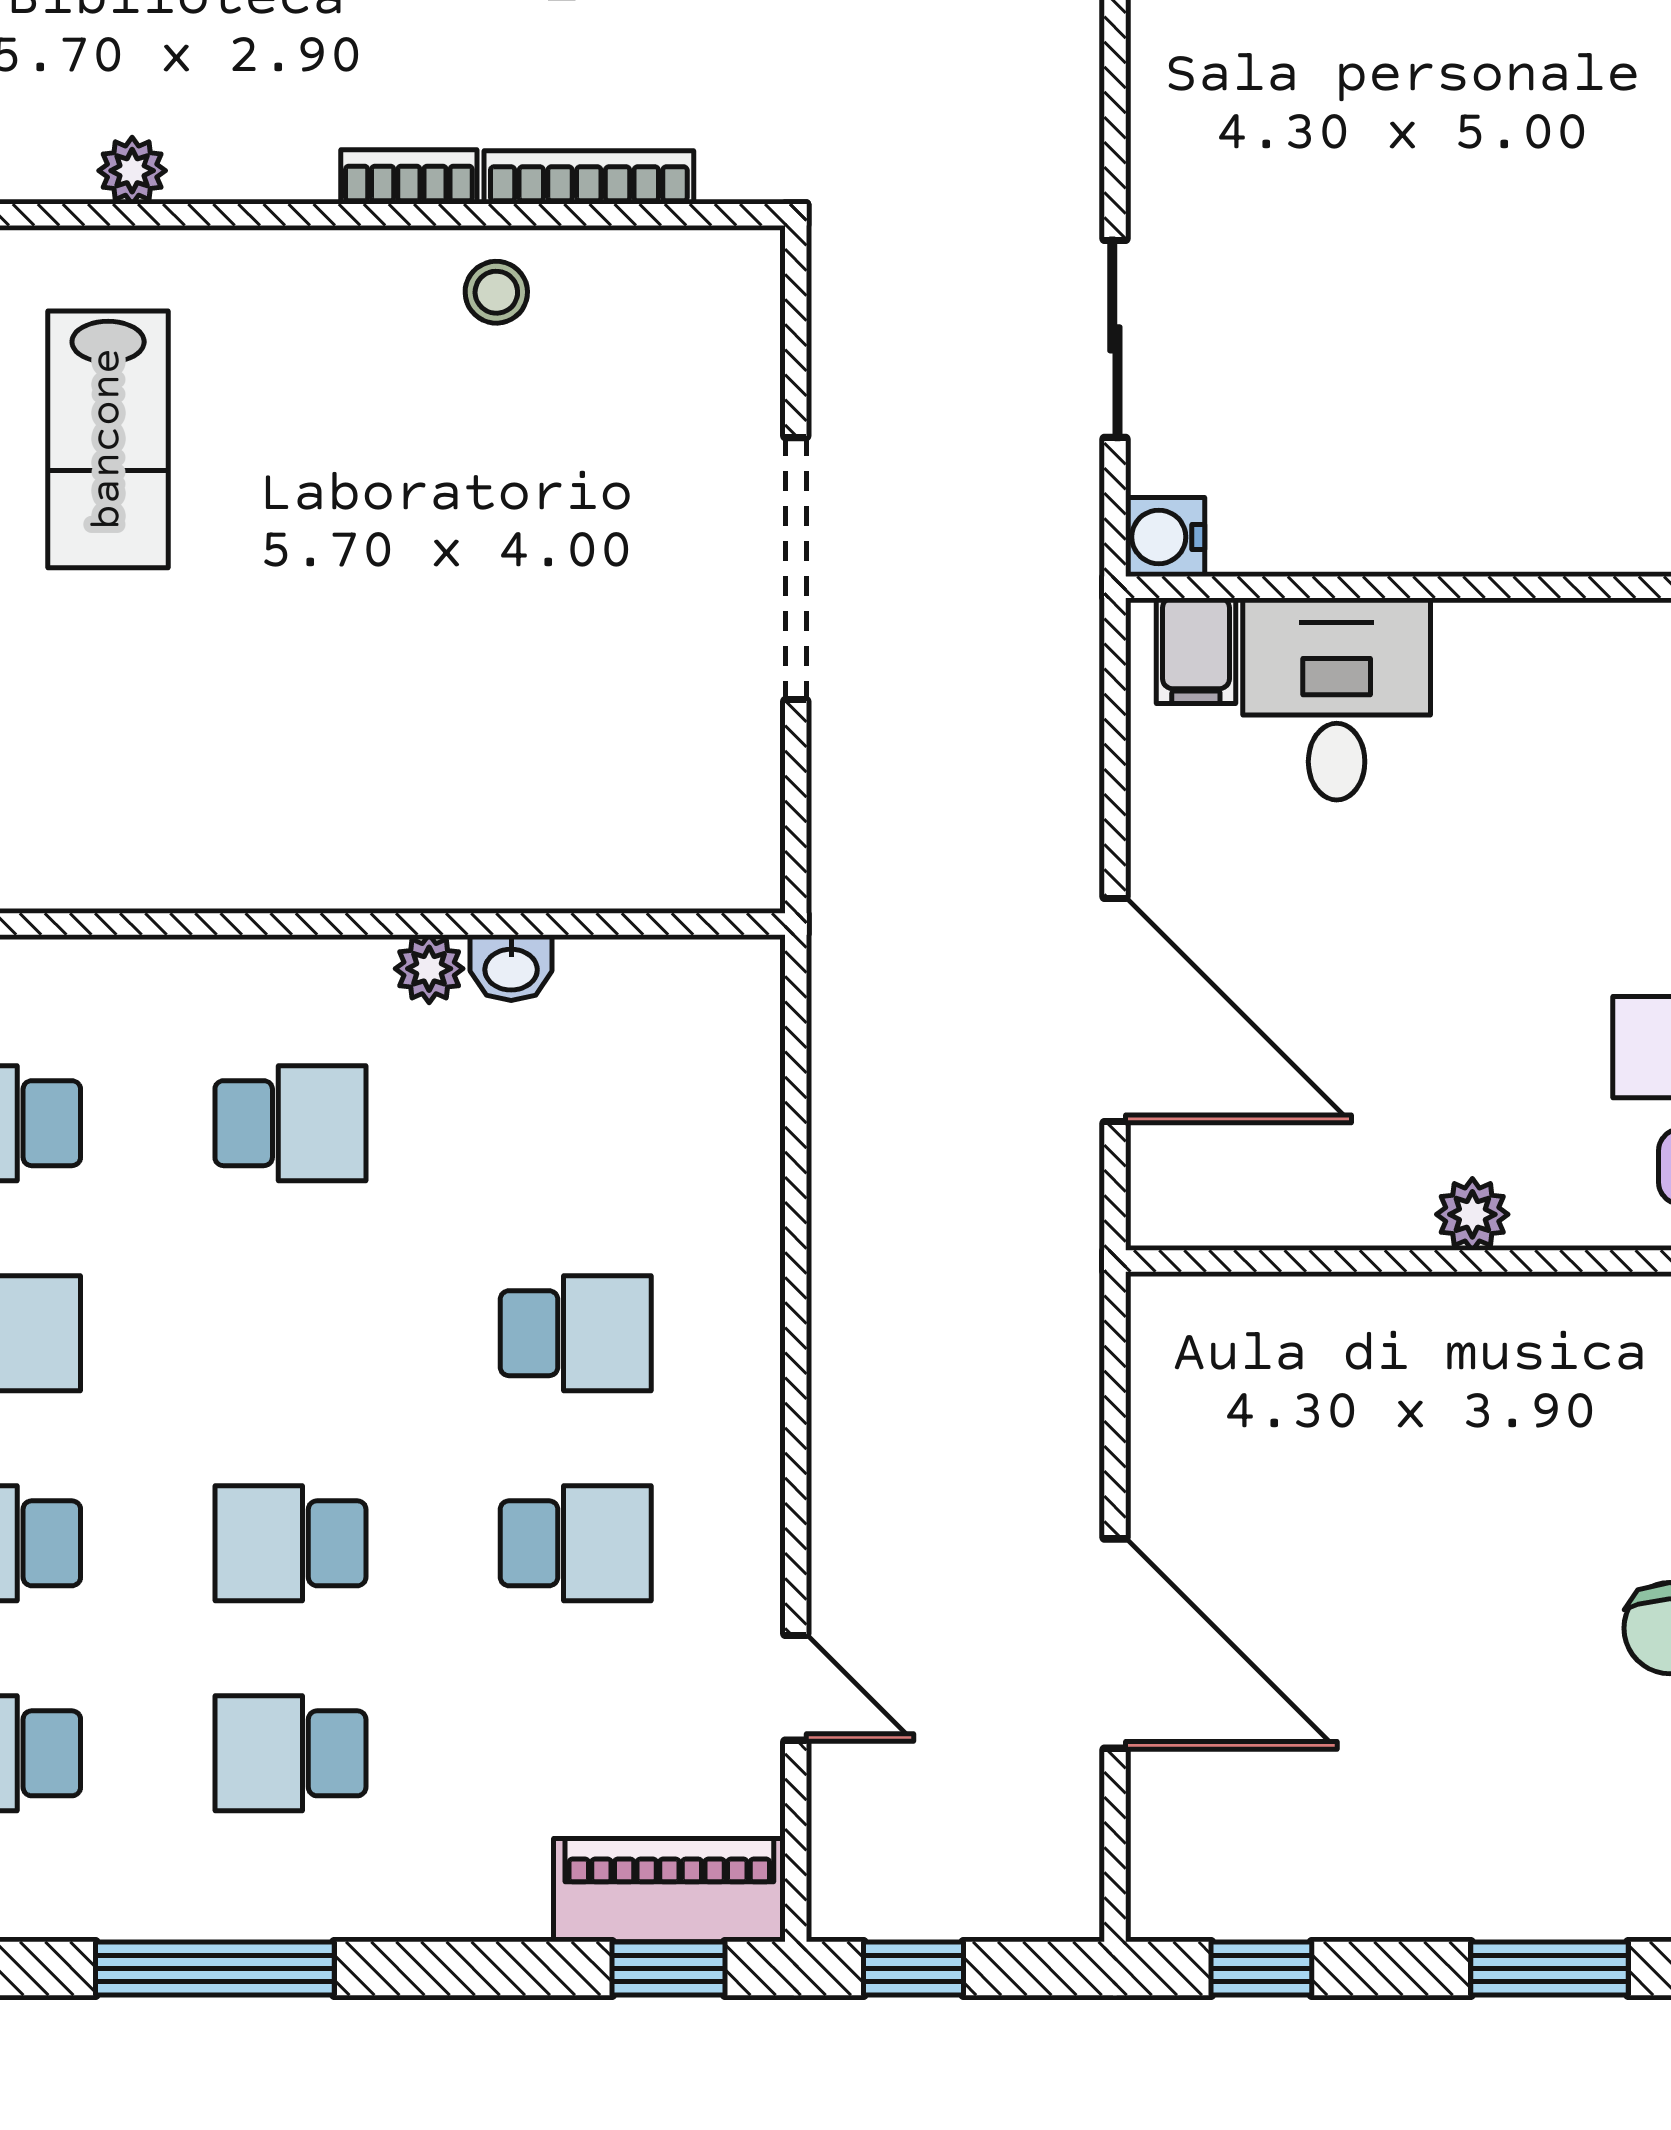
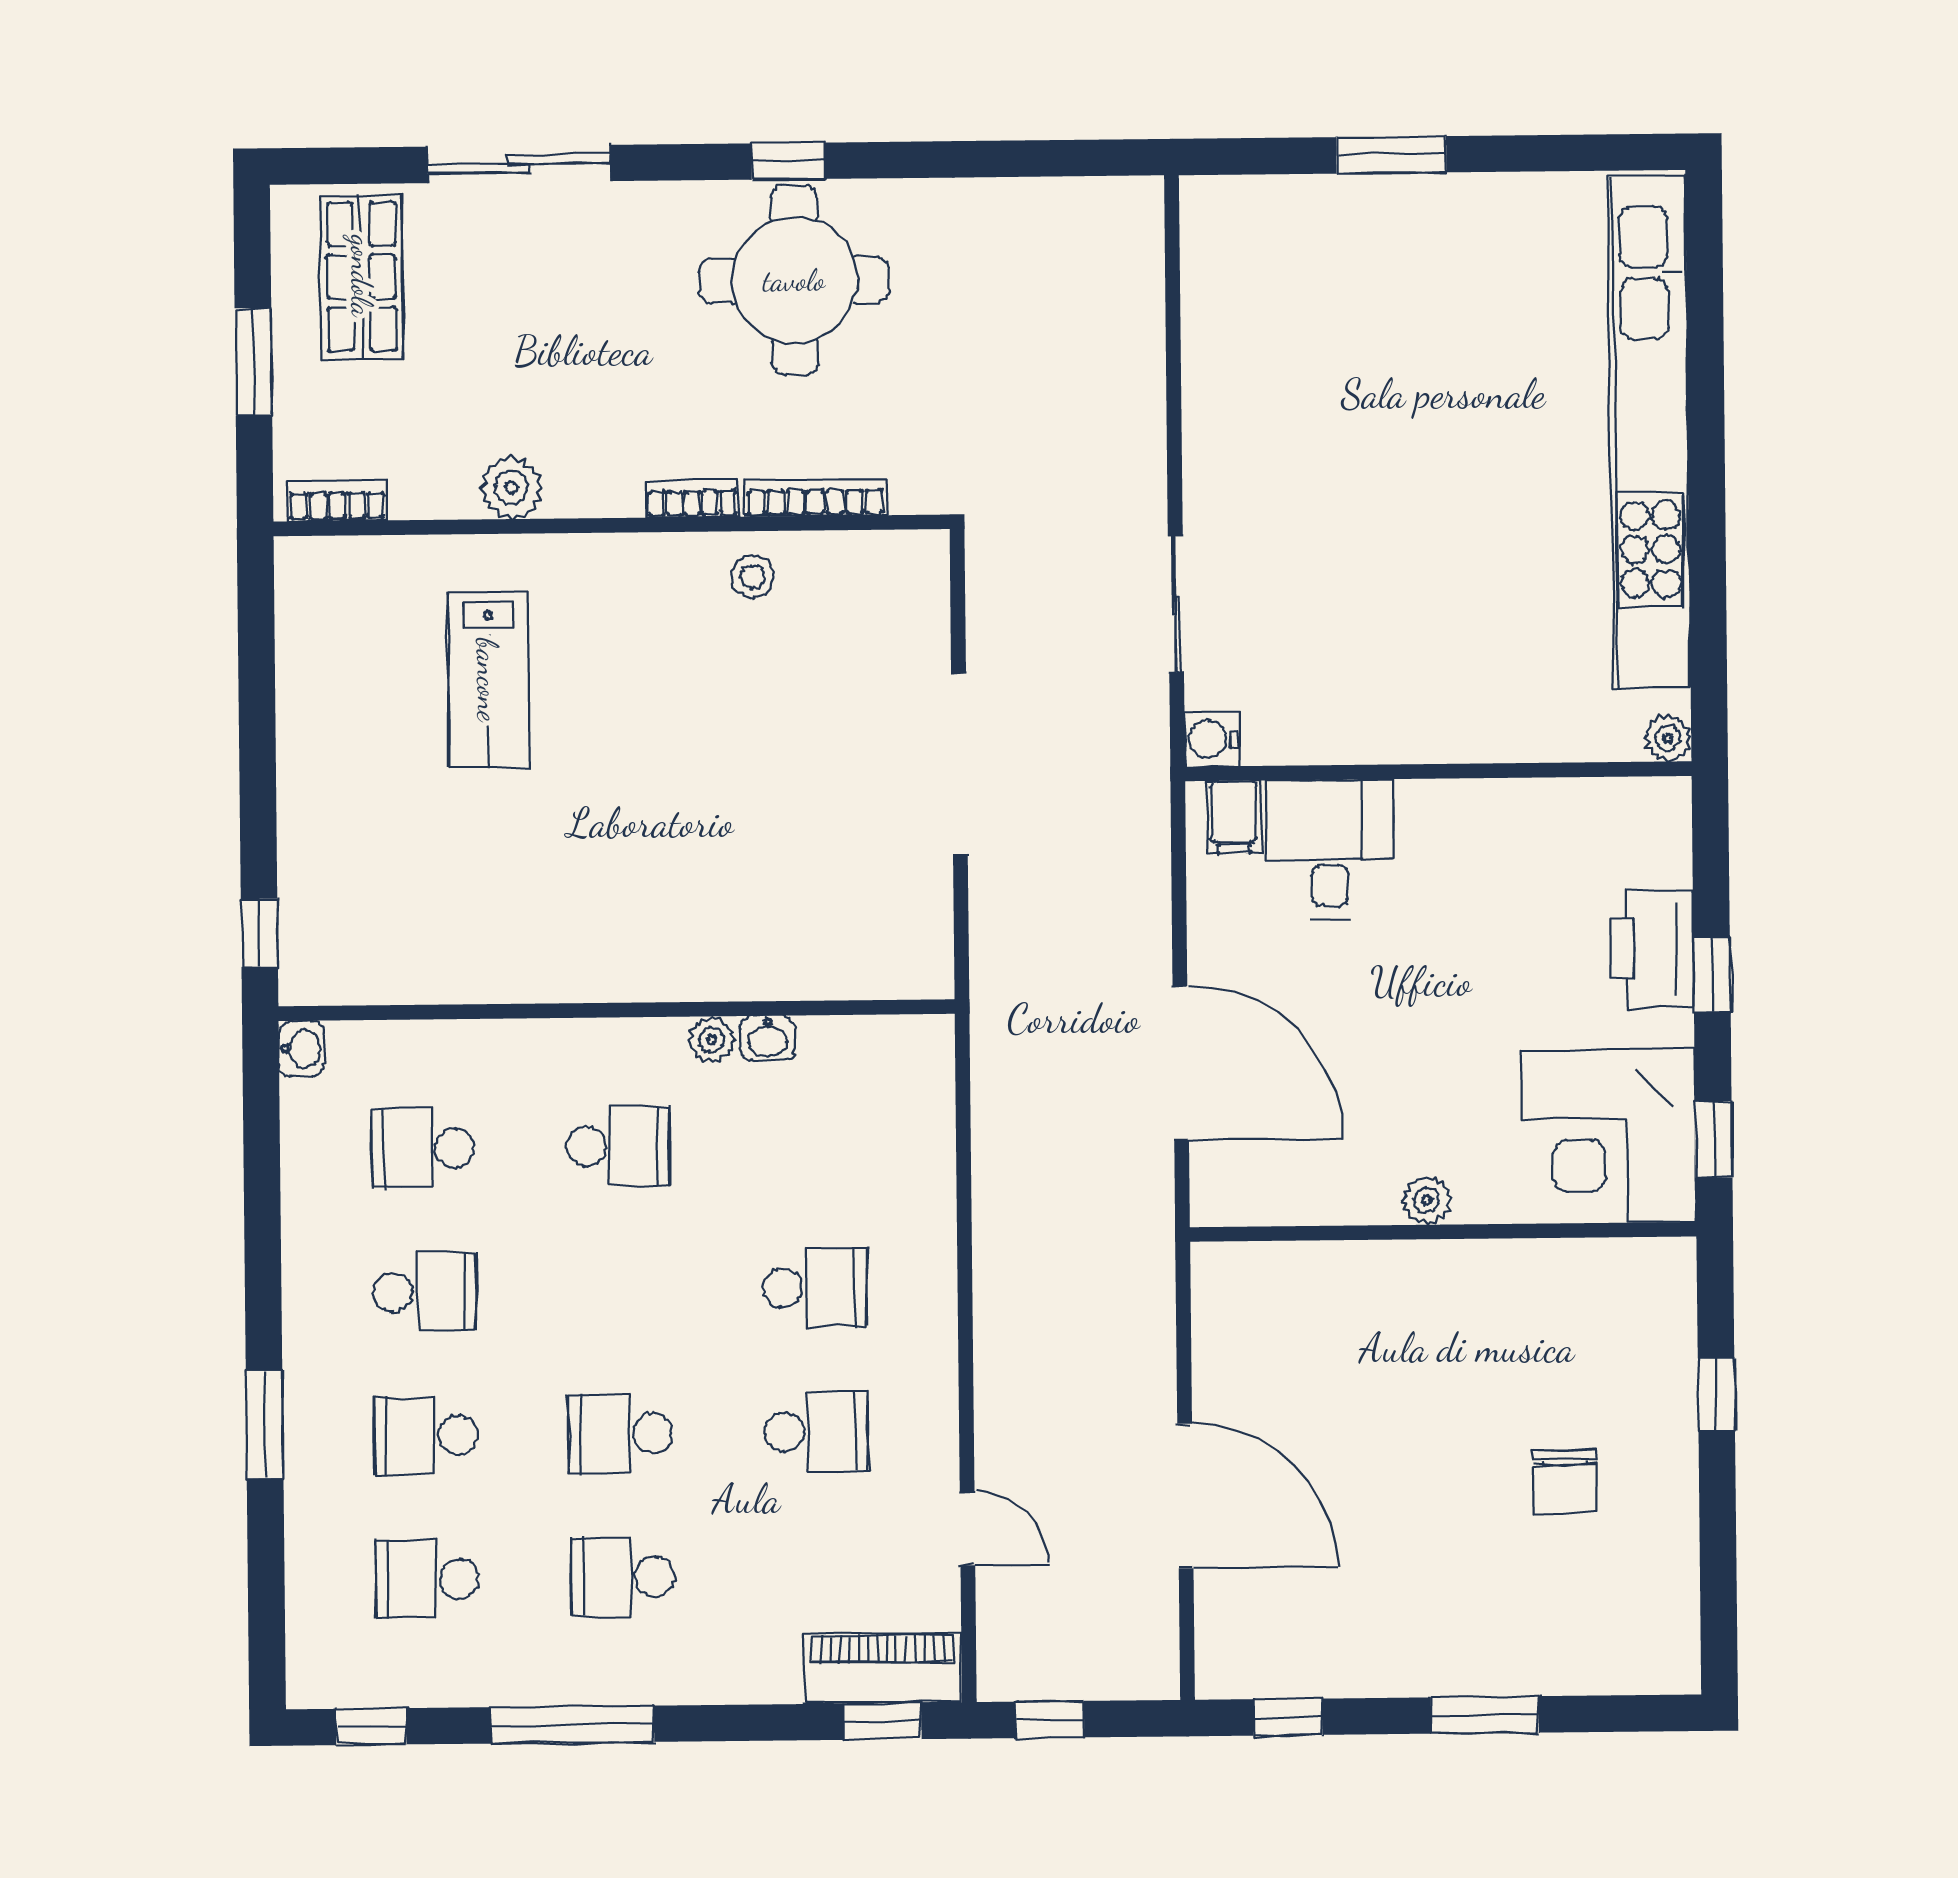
plant: (132, 171) -> (511, 488), width x1.38, depth x1.38

